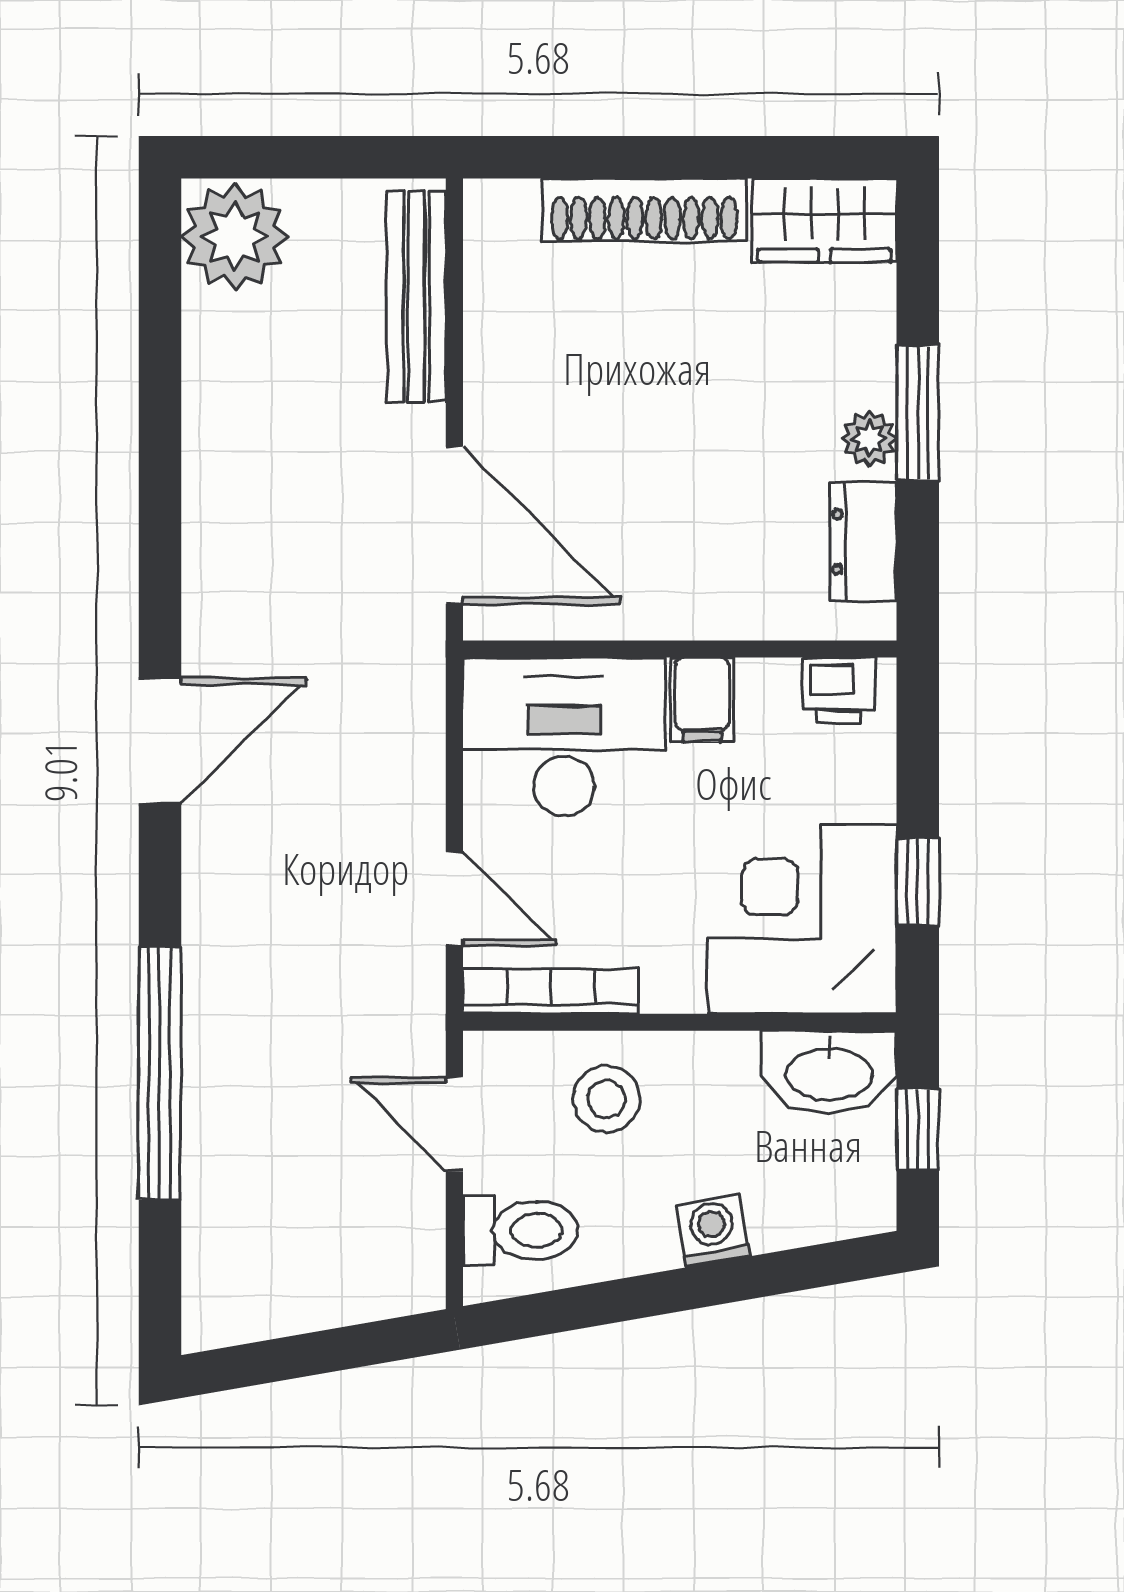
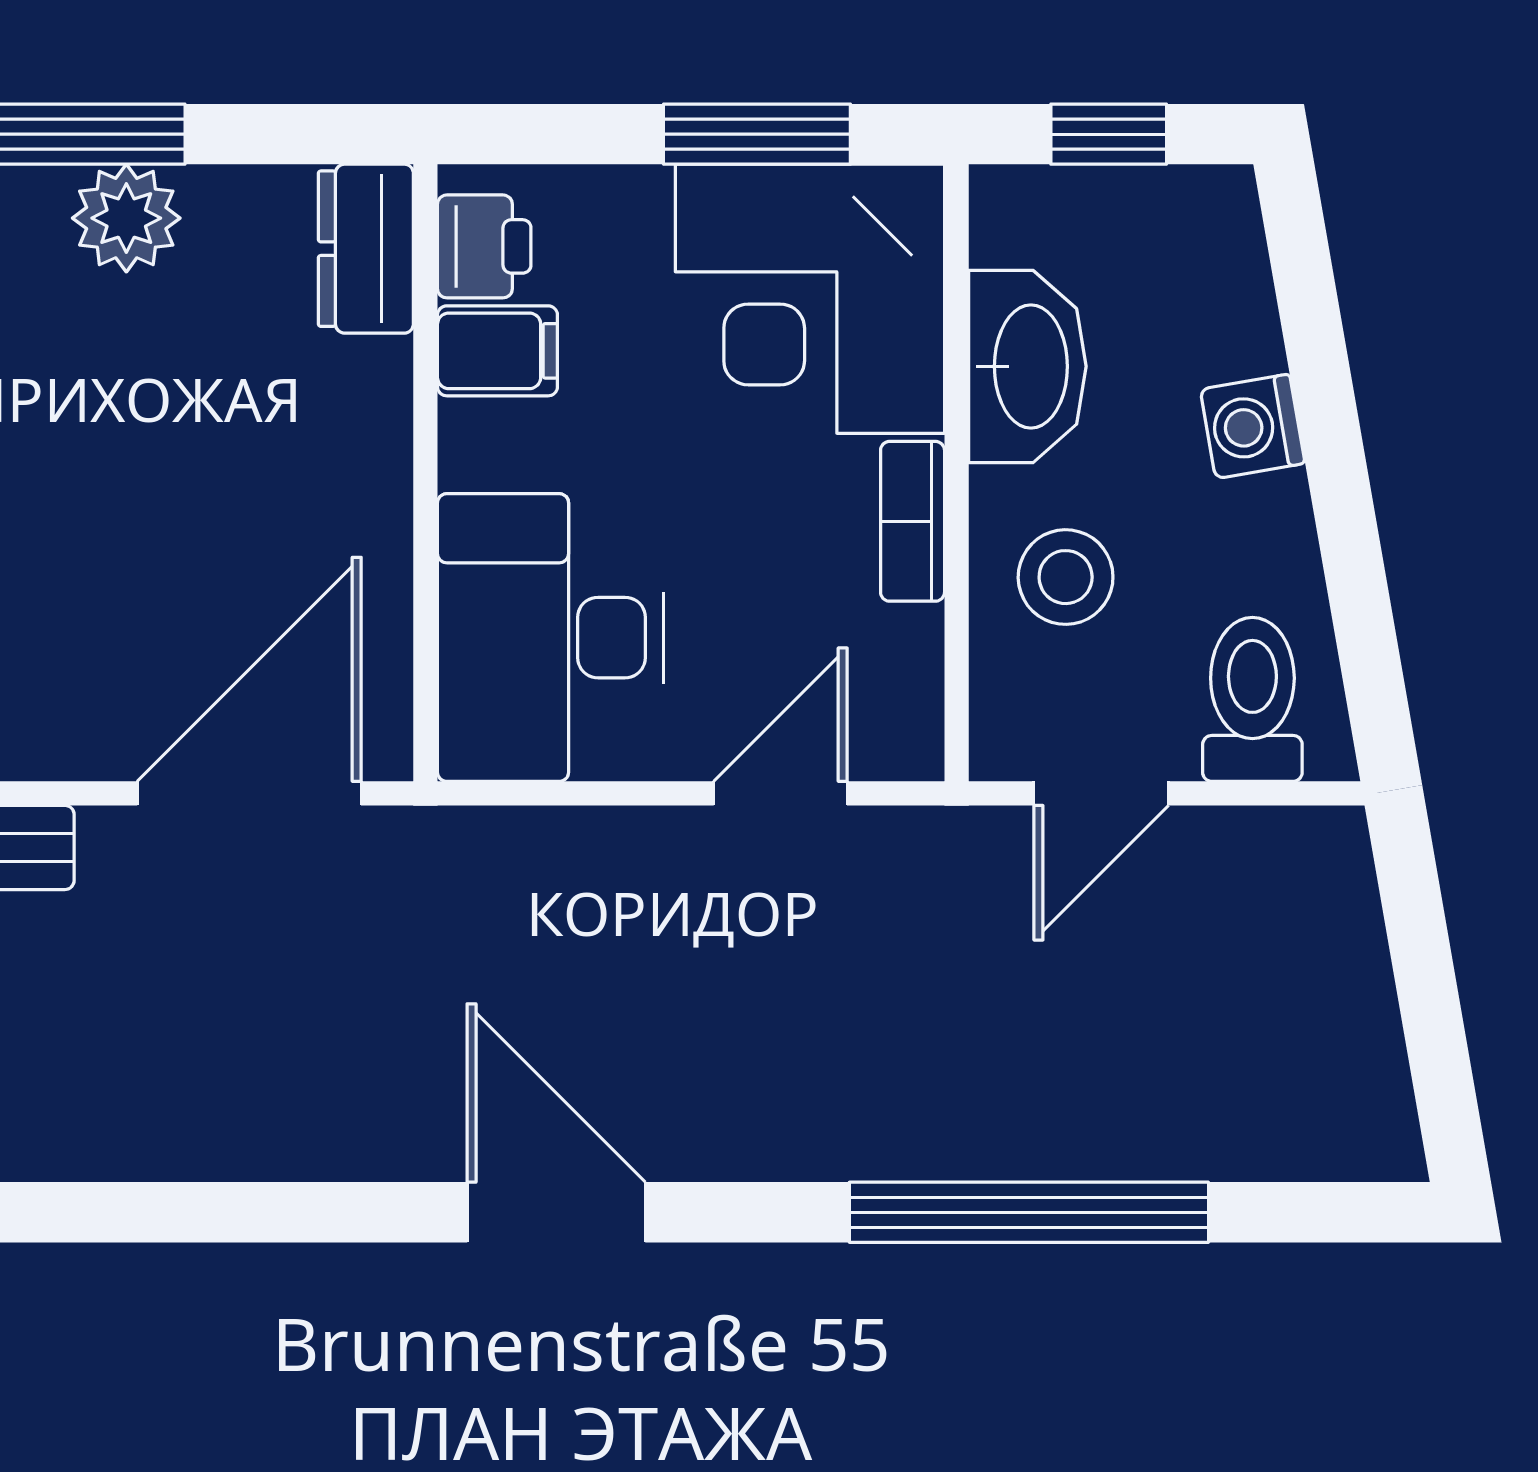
plant: (869, 439) -> (126, 218), width x1.38, depth x1.38
dresser: (863, 542) -> (366, 249), moved, turned 90
filing cabinet: (702, 700) -> (497, 351), moved
window: (918, 882) -> (757, 134), width x1.50
bookcase: (551, 991) -> (913, 521), moved, width x0.64
washbasin: (829, 1072) -> (1027, 366), moved

